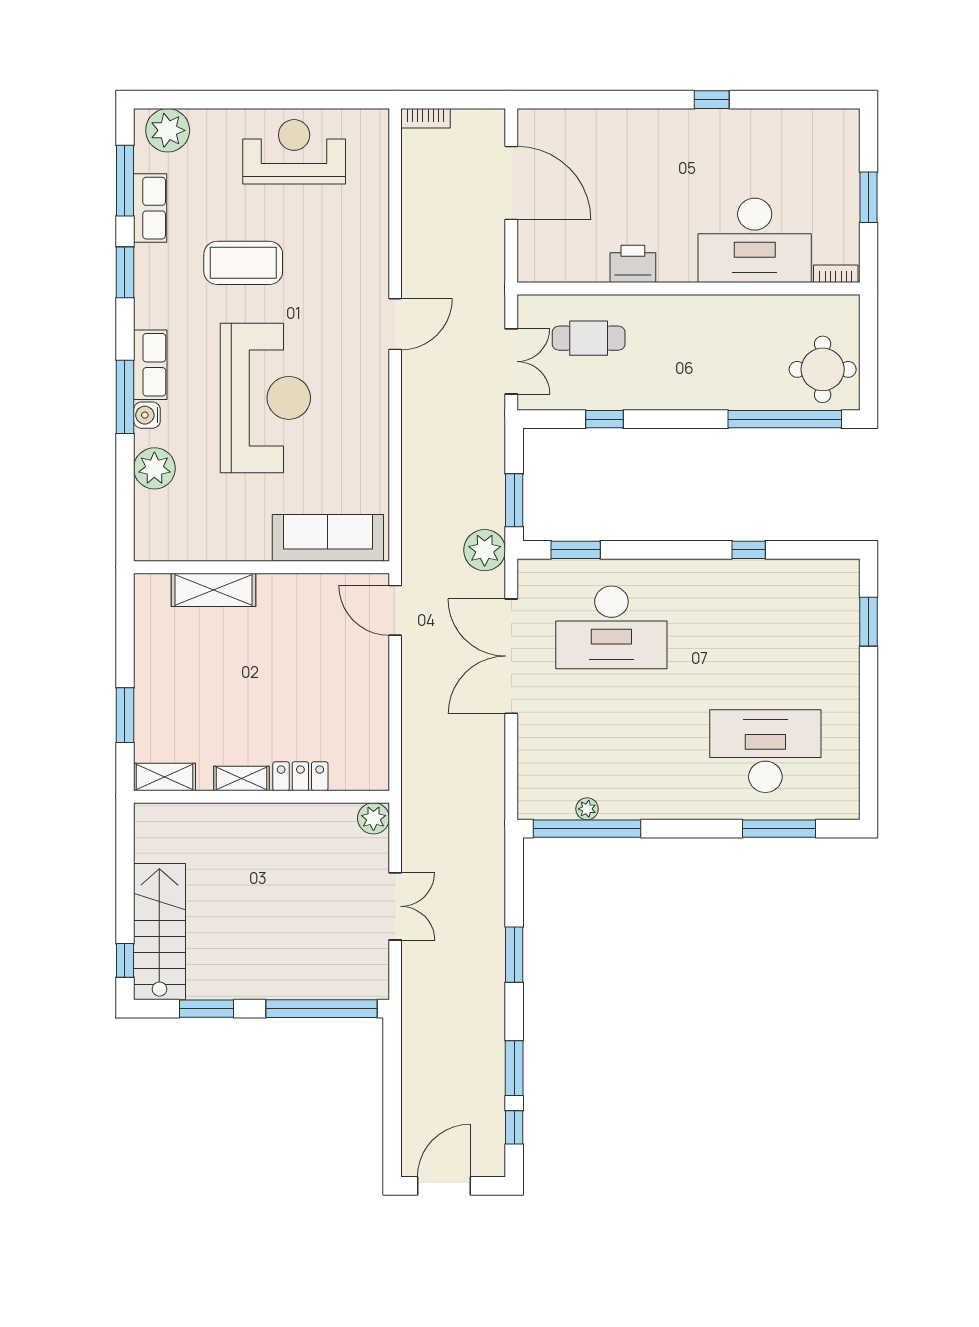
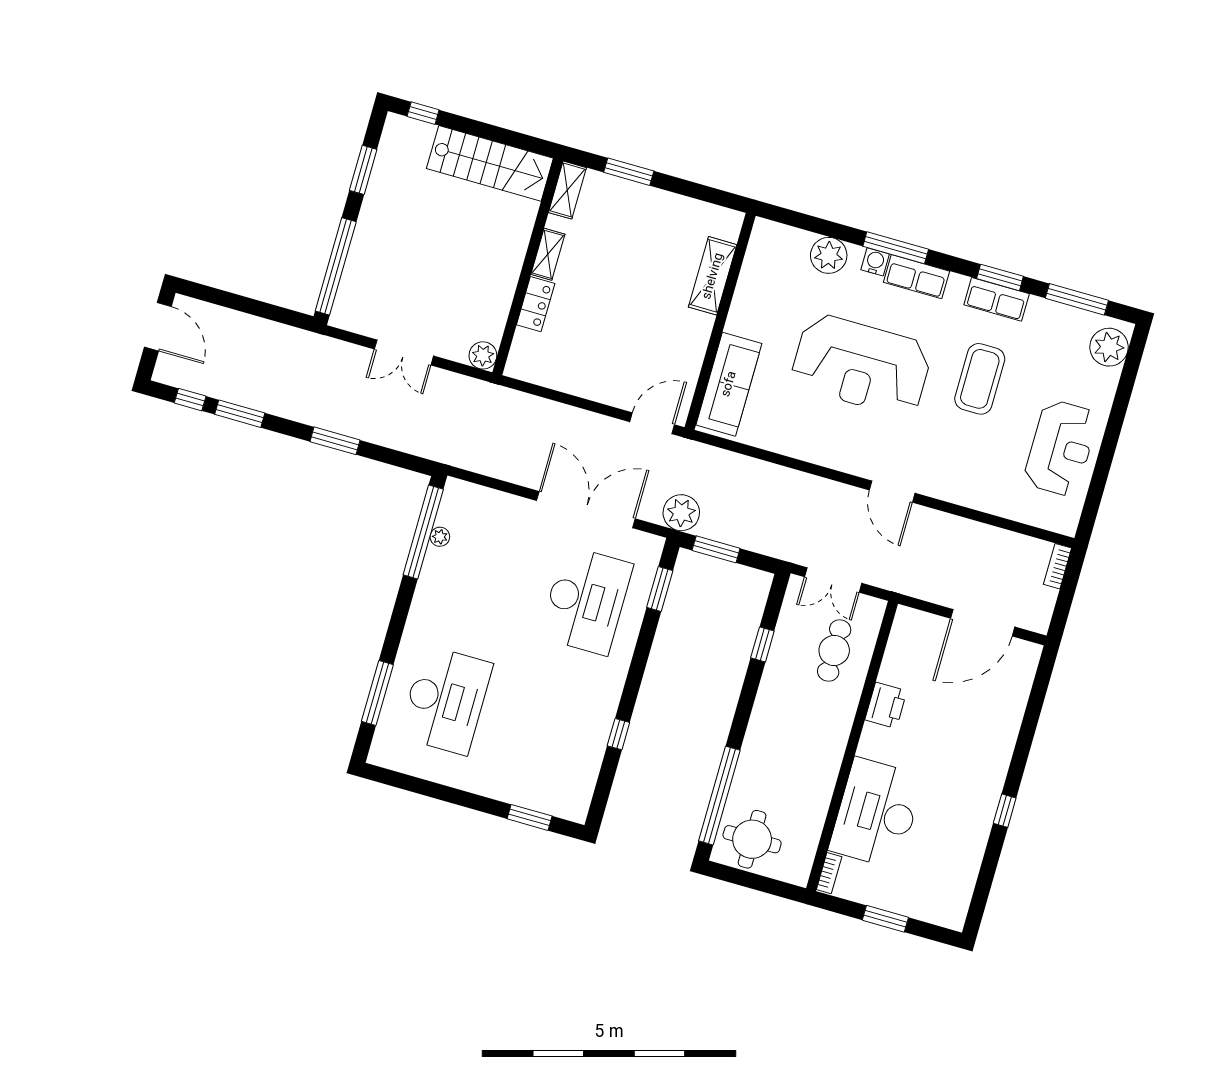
row of seats: (150, 208) -> (997, 299), moved
desk: (611, 627) -> (586, 601), turned 180
stairs: (159, 932) -> (490, 163), moved

